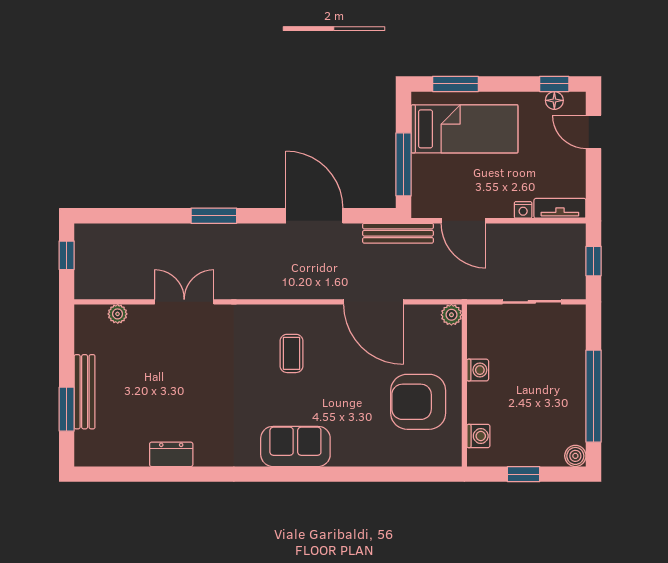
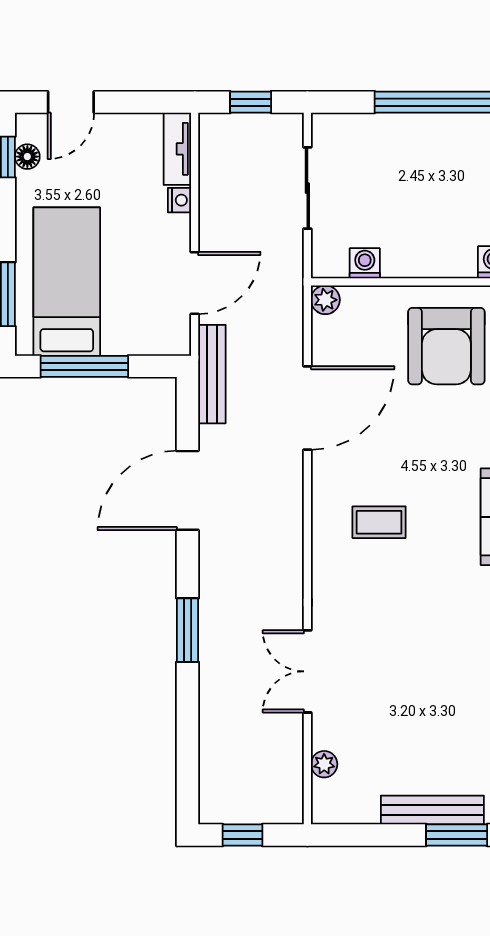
window: (404, 164) -> (84, 366), moved
washing machine: (478, 370) -> (365, 263), moved

